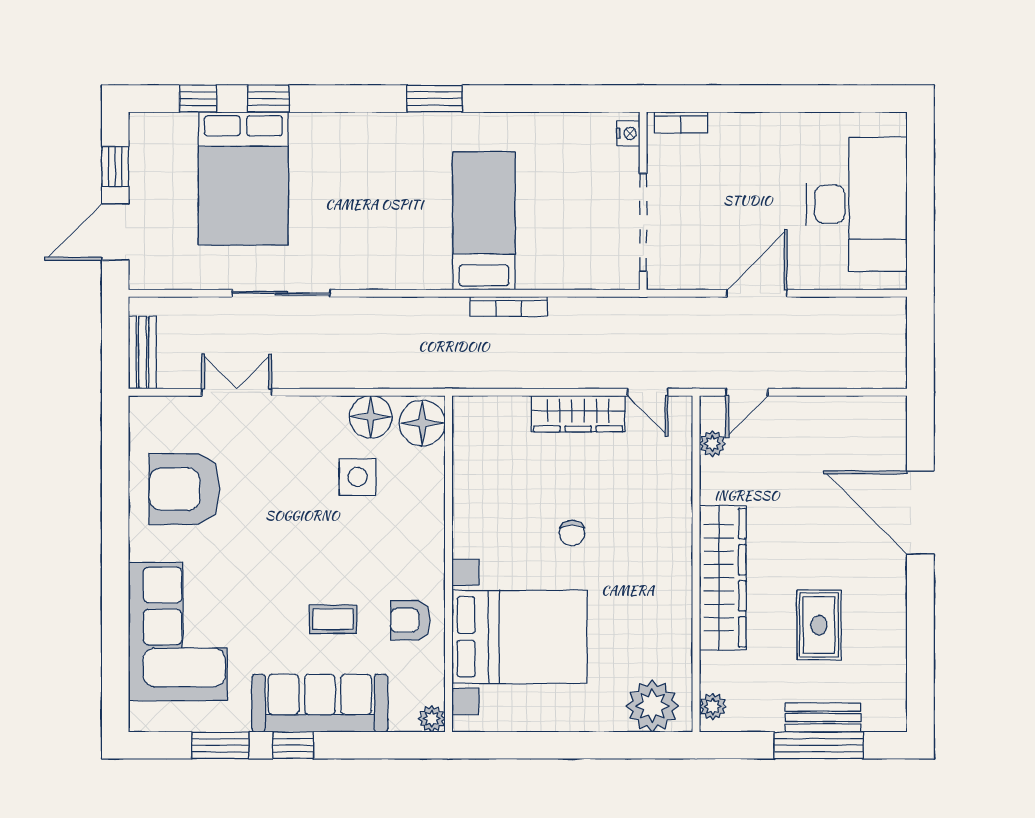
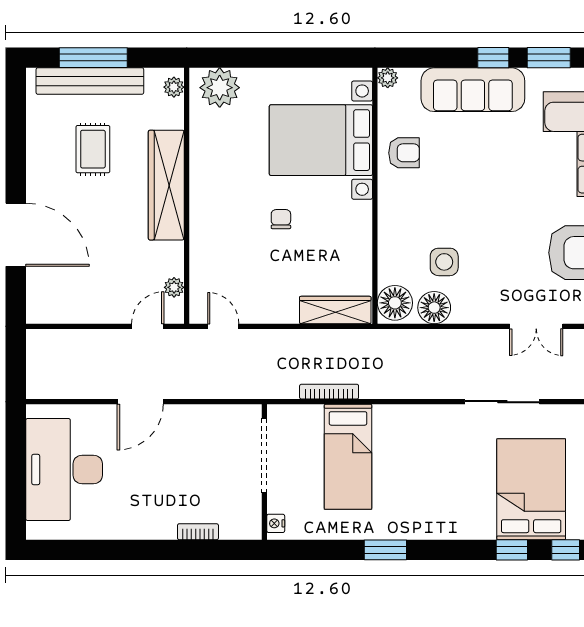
nightstand: (628, 133) -> (276, 523), moved
wall: (643, 201) -> (264, 472), moved
doorway: (643, 222) -> (264, 456), moved
wardrobe: (578, 414) -> (335, 310), moved
coffee table: (333, 619) -> (463, 154), removed
bench: (823, 718) -> (90, 81), width x1.86, depth x1.21

